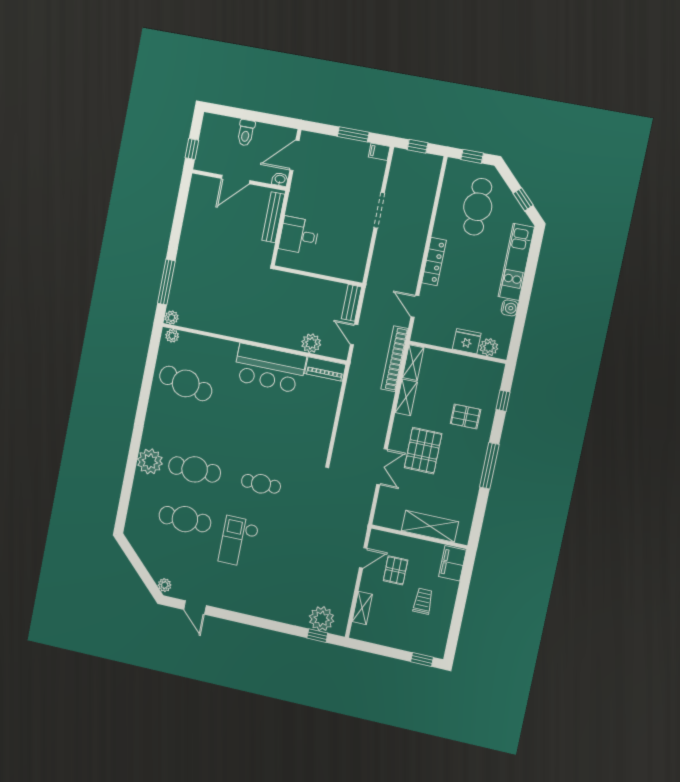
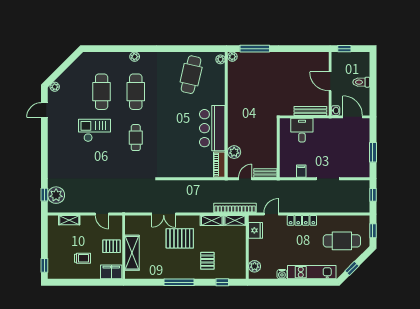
filing cabinet: (379, 152) -> (301, 171), moved
fridge: (467, 341) -> (256, 230), moved
plant: (150, 461) -> (135, 57), width x0.53, depth x0.53
pallet: (395, 570) -> (111, 246), moved

